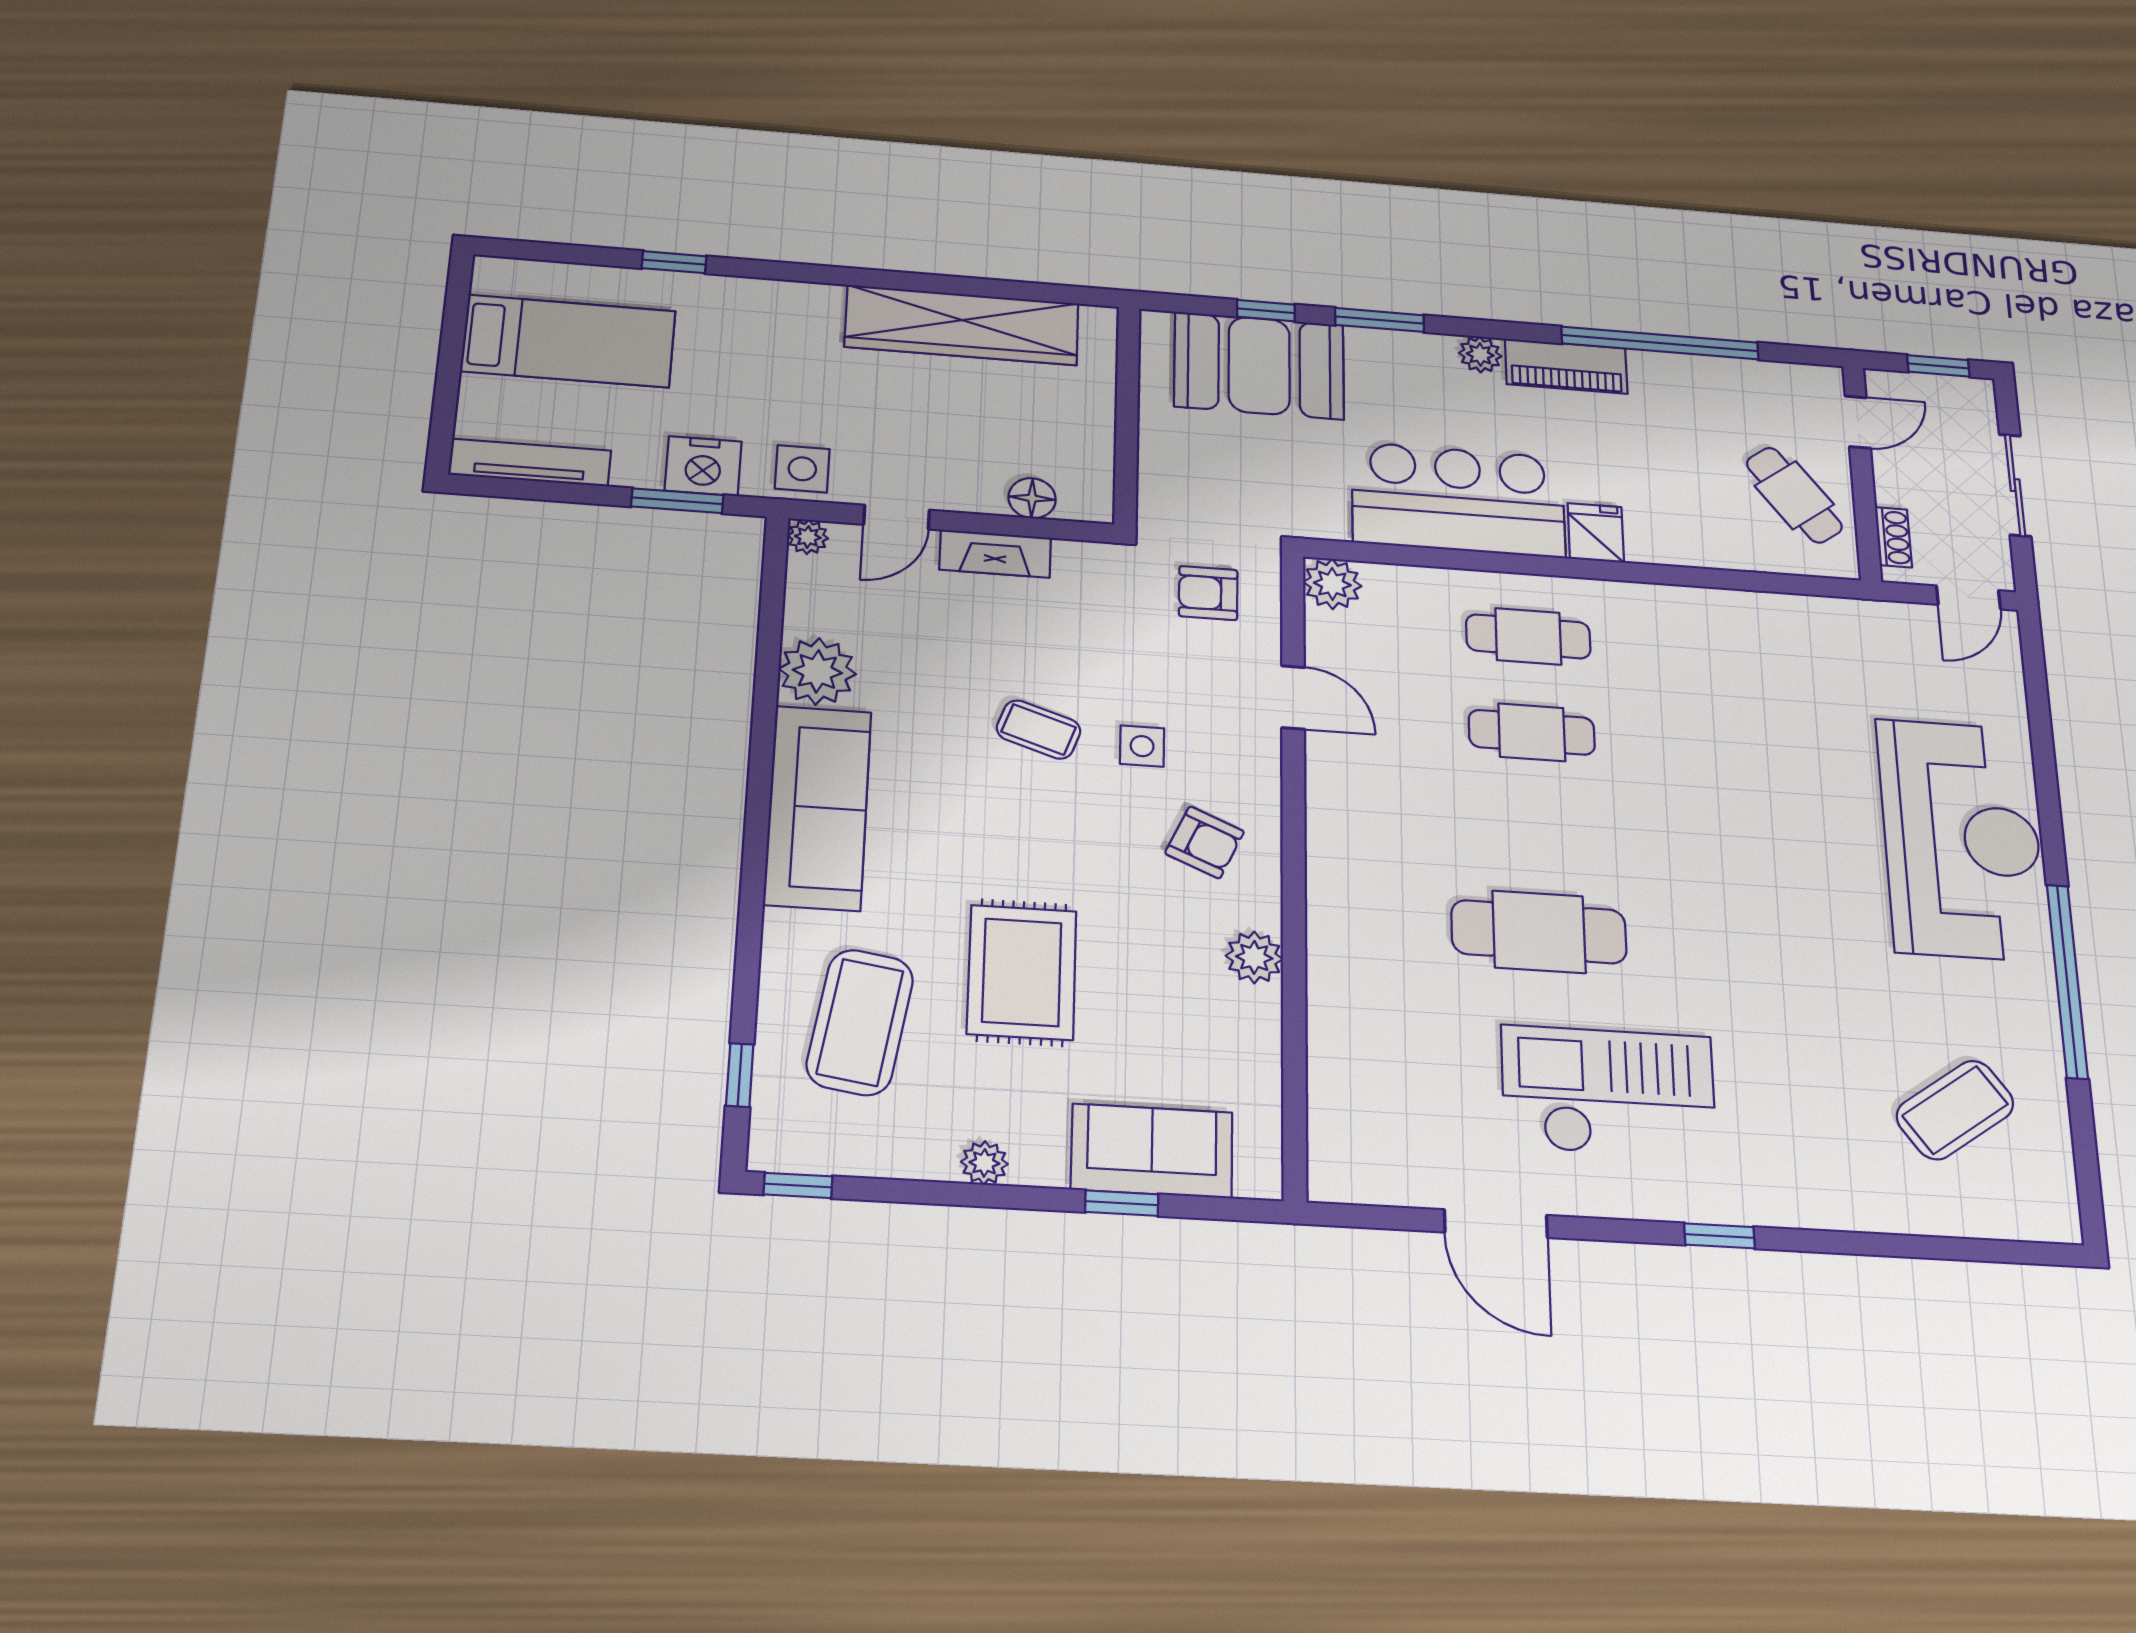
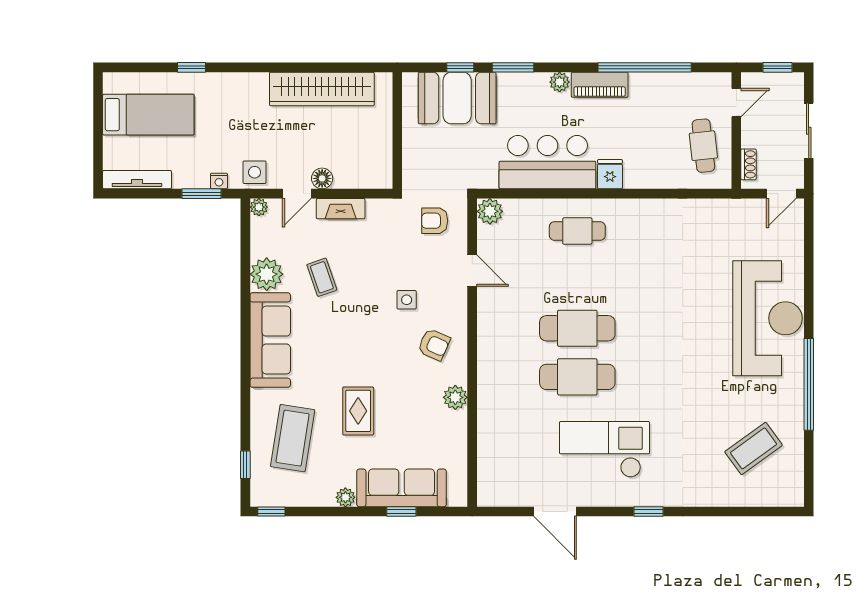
nightstand: (703, 466) -> (219, 181), width x0.53, depth x0.56
cafe table: (1794, 495) -> (703, 146), turned 31
floor lamp: (1032, 498) -> (322, 178), moved
coffee table: (1039, 730) -> (322, 277), moved, turned 52
cafe table: (1532, 732) -> (577, 328), moved, width x1.37, depth x1.35
rug: (1022, 972) -> (358, 411), width x0.73, depth x0.70
sofa: (1152, 1151) -> (402, 488), width x1.36

